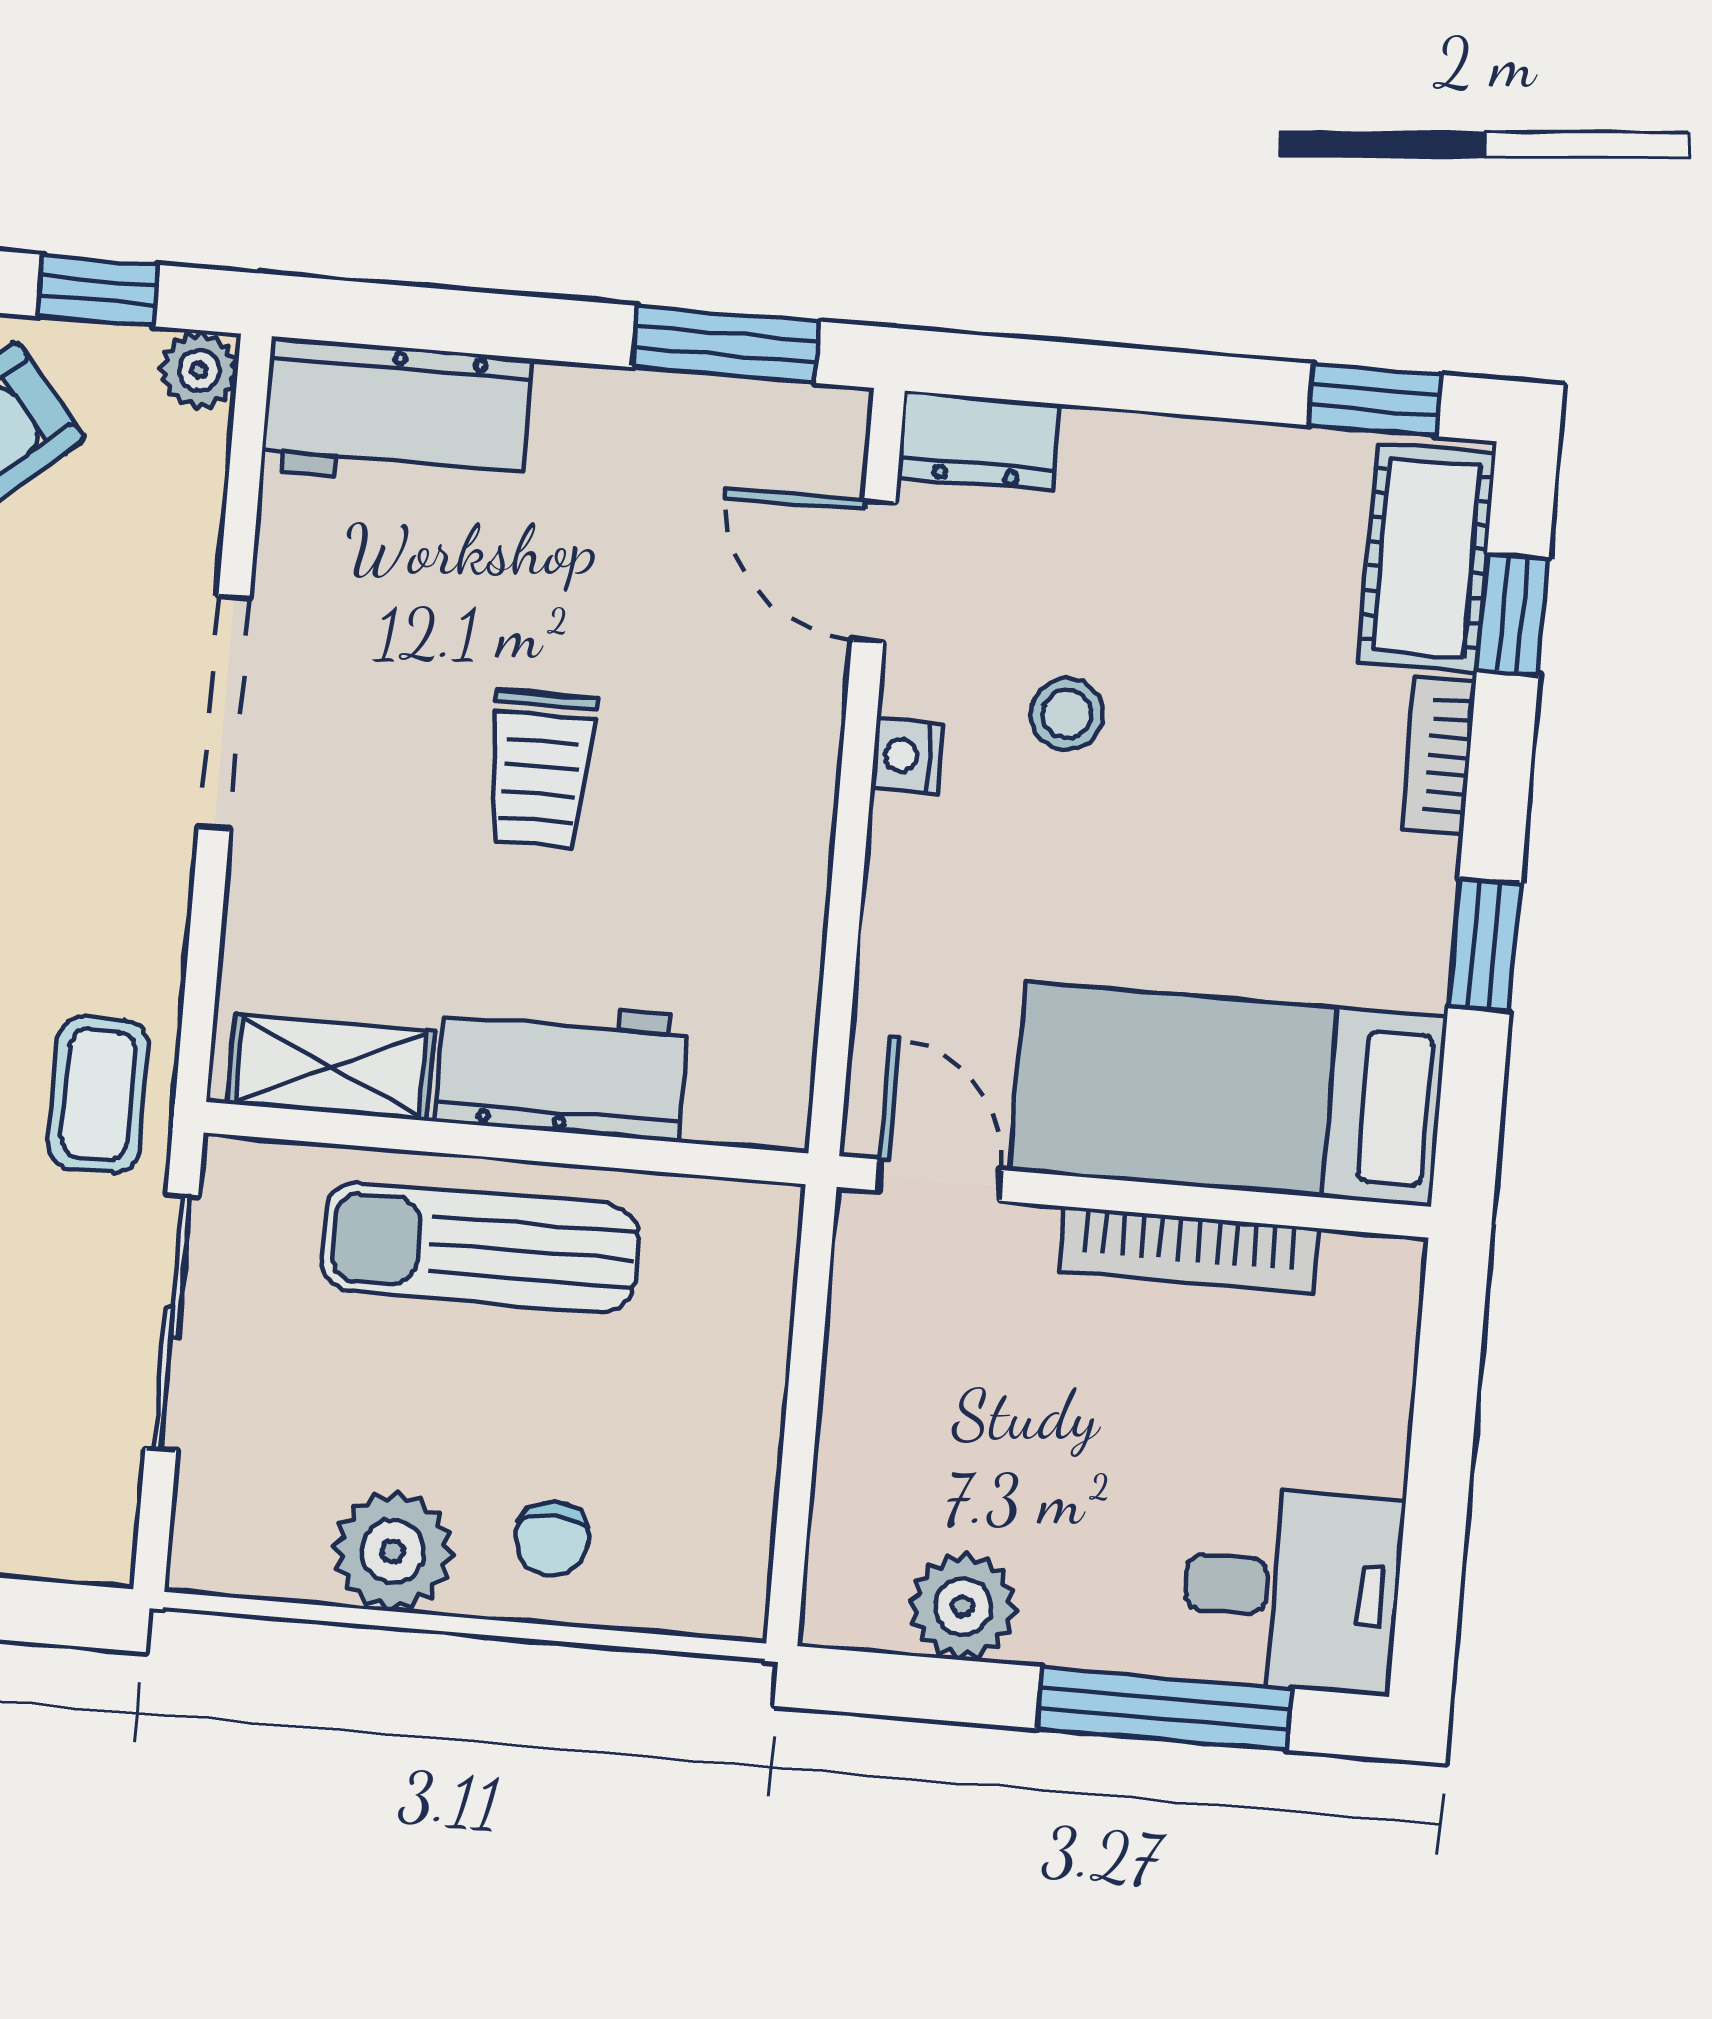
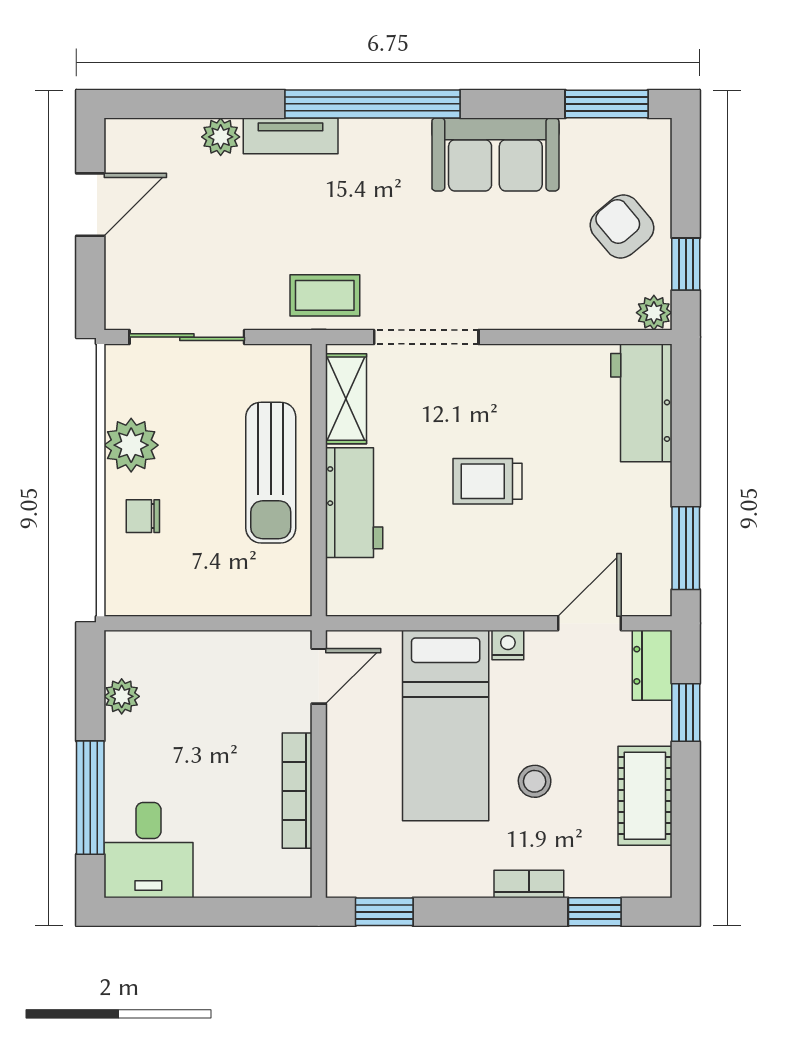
window: (1375, 400) -> (686, 712), moved
cot: (1427, 558) -> (645, 796), moved, turned 90
doorway: (224, 713) -> (426, 337), moved
stool: (1067, 714) -> (535, 781), moved
window: (1484, 945) -> (384, 912), moved
bed: (1228, 1094) -> (446, 726), moved, turned 180
sun lounger: (480, 1248) -> (271, 473), turned 180
sliding door: (172, 1322) -> (187, 337), moved
plant: (963, 1606) -> (122, 696), width x0.73, depth x0.73

